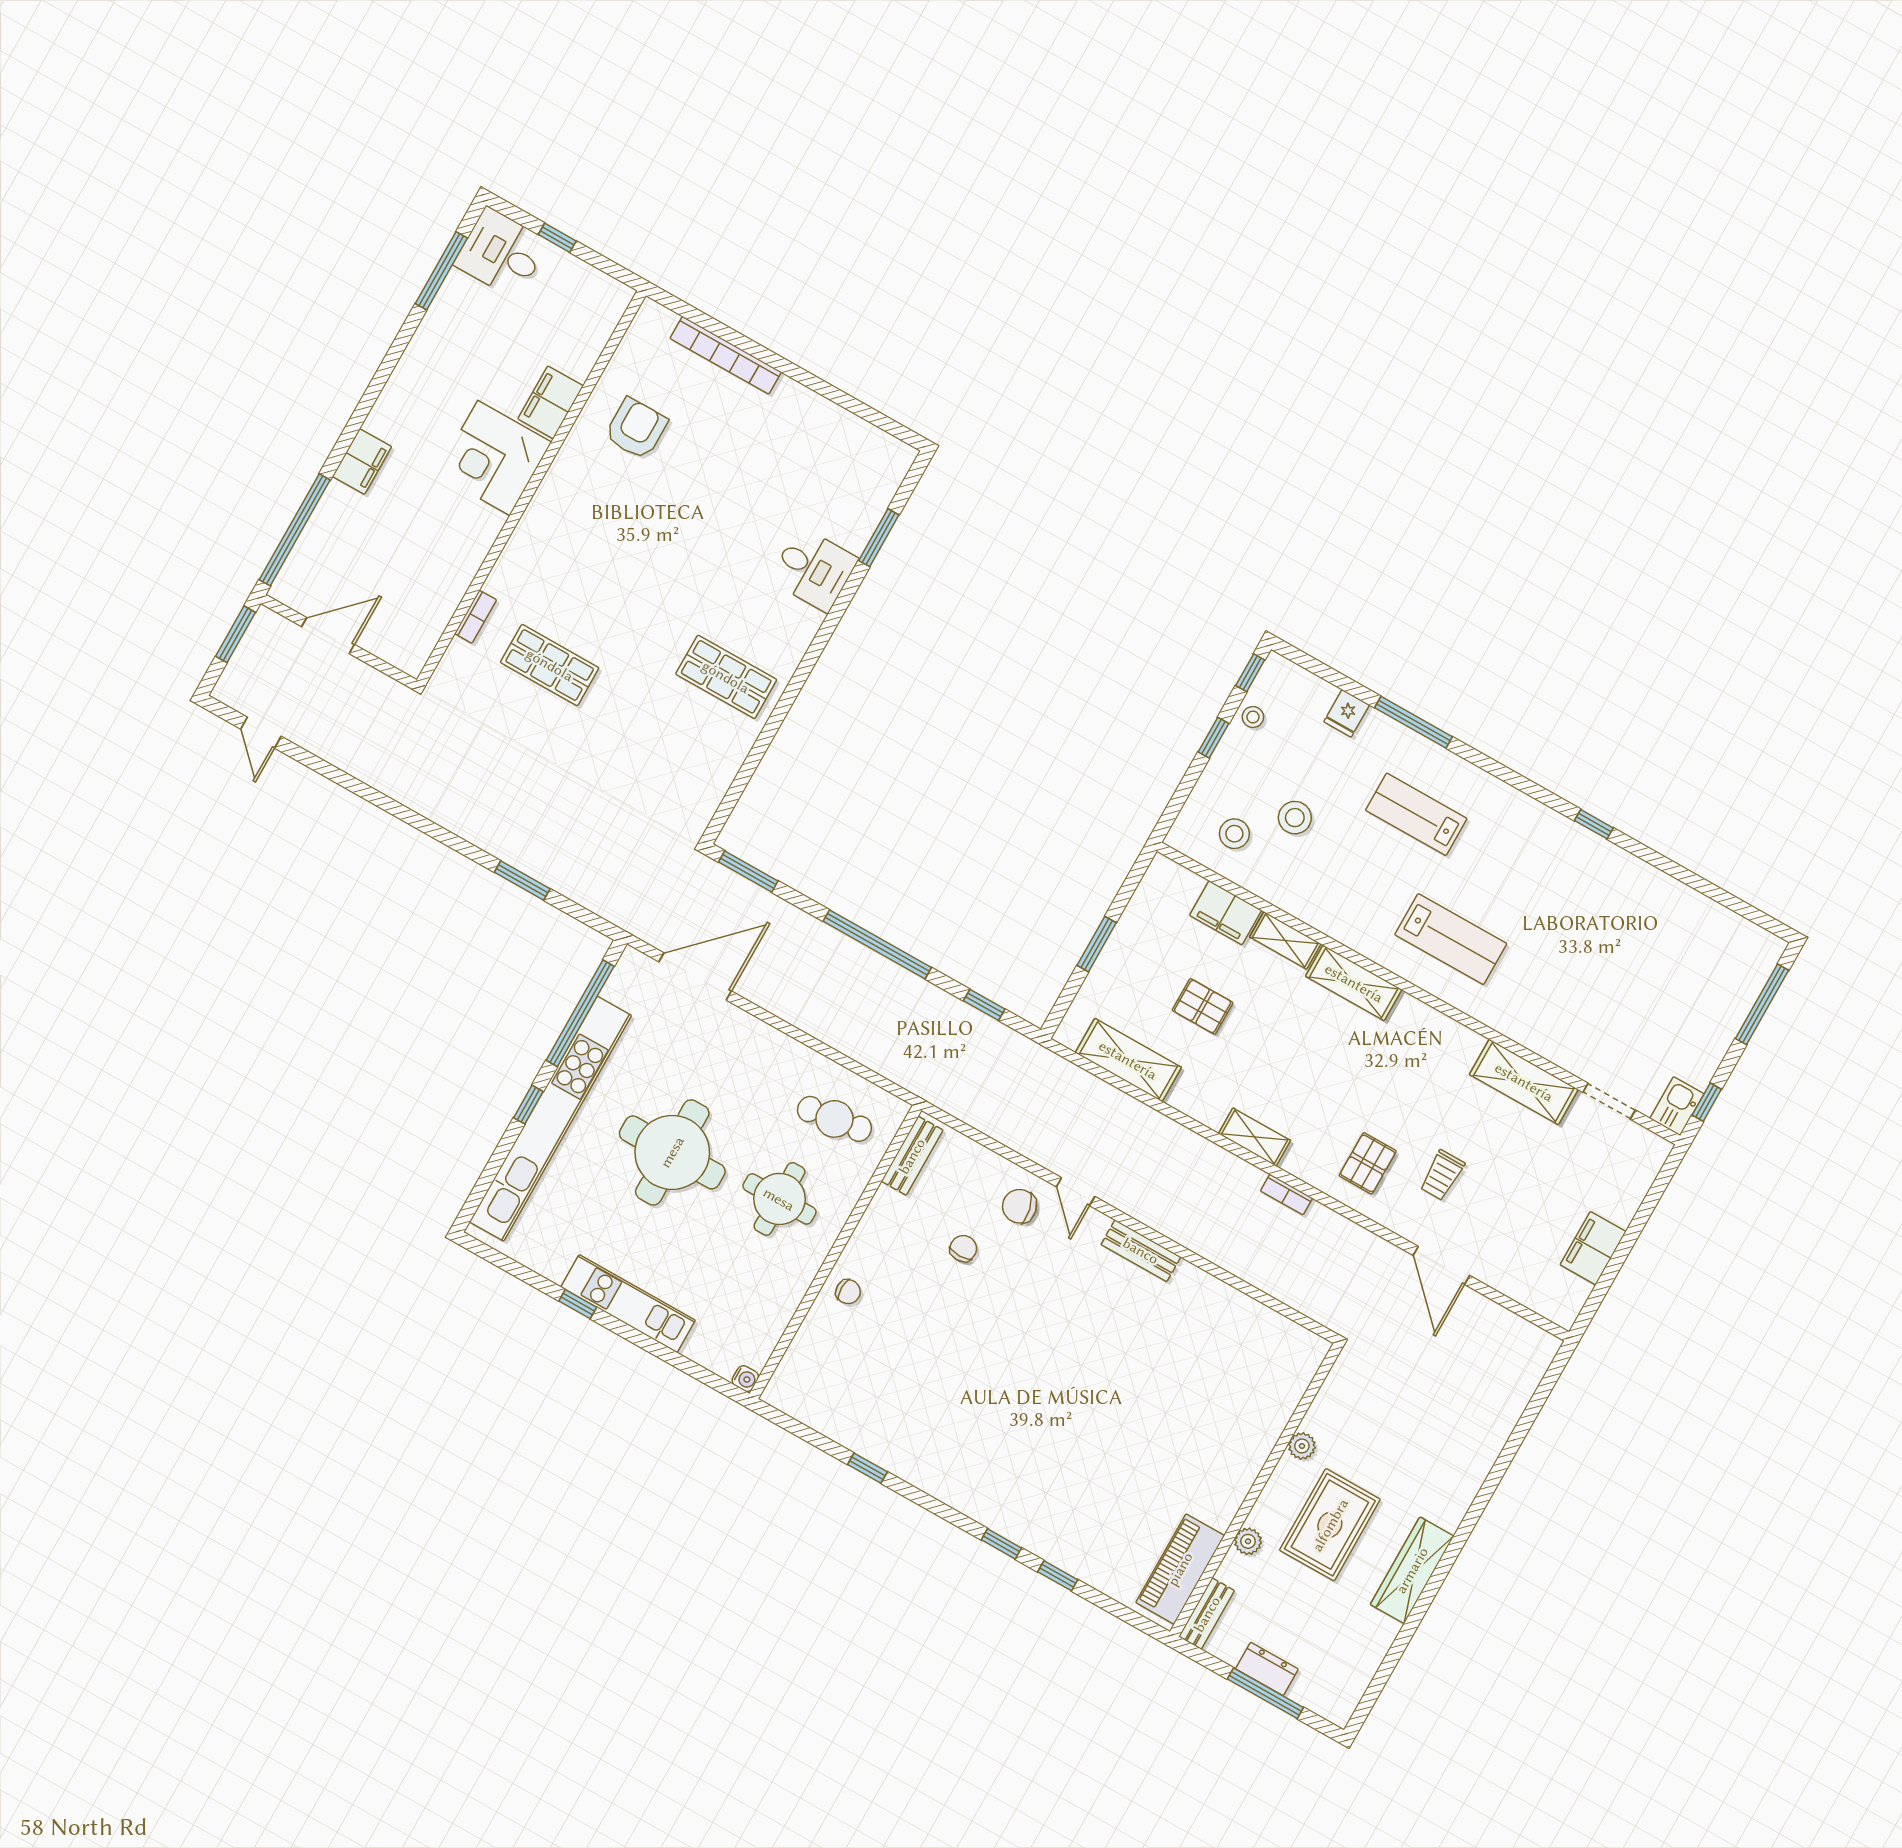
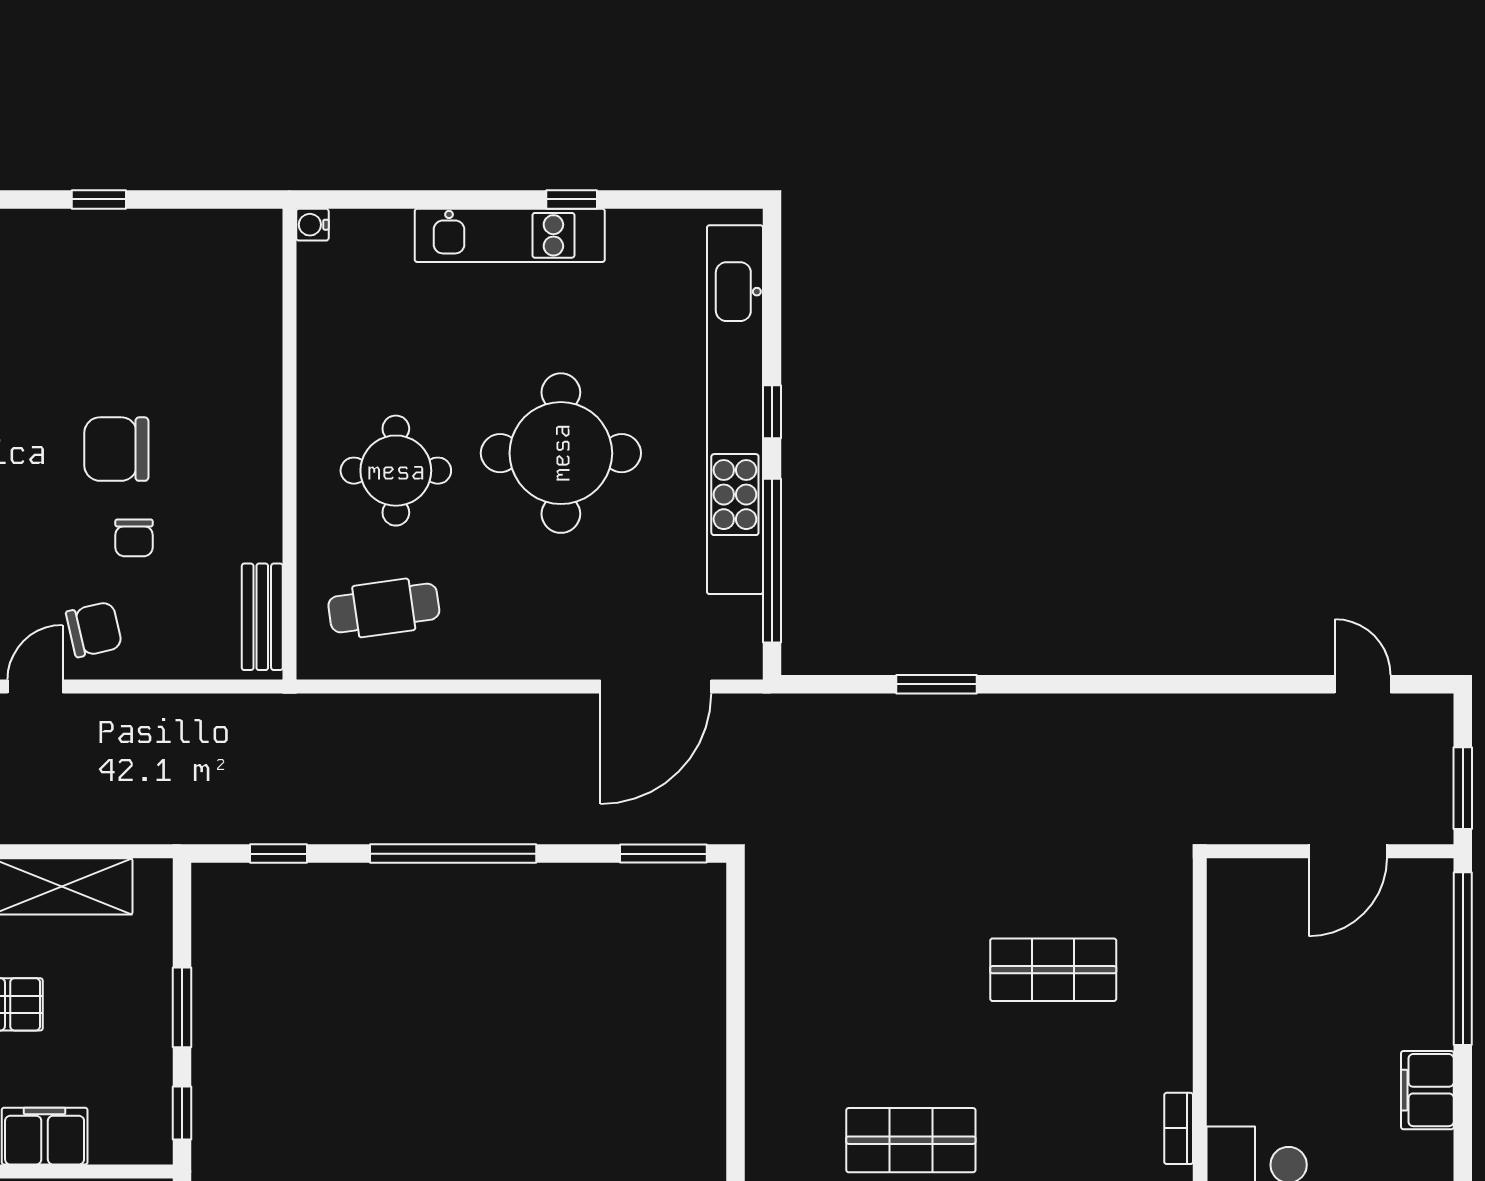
bookcase: (475, 617) -> (1179, 1128), moved
shop shelf: (726, 677) -> (911, 1140), moved
window: (1133, 879) -> (182, 1113), added
door: (1076, 1192) -> (35, 687), hinge flipped
chair: (848, 1292) -> (116, 449), moved, width x1.87, depth x1.87

